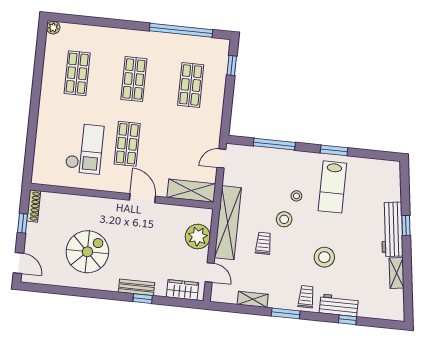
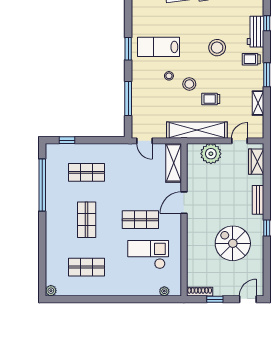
shop shelf: (134, 79) -> (87, 220), turned 90
plant: (38, 164) -> (164, 291), added
lab bench: (332, 187) -> (158, 47), turned 180
window: (143, 299) -> (267, 228), moved

